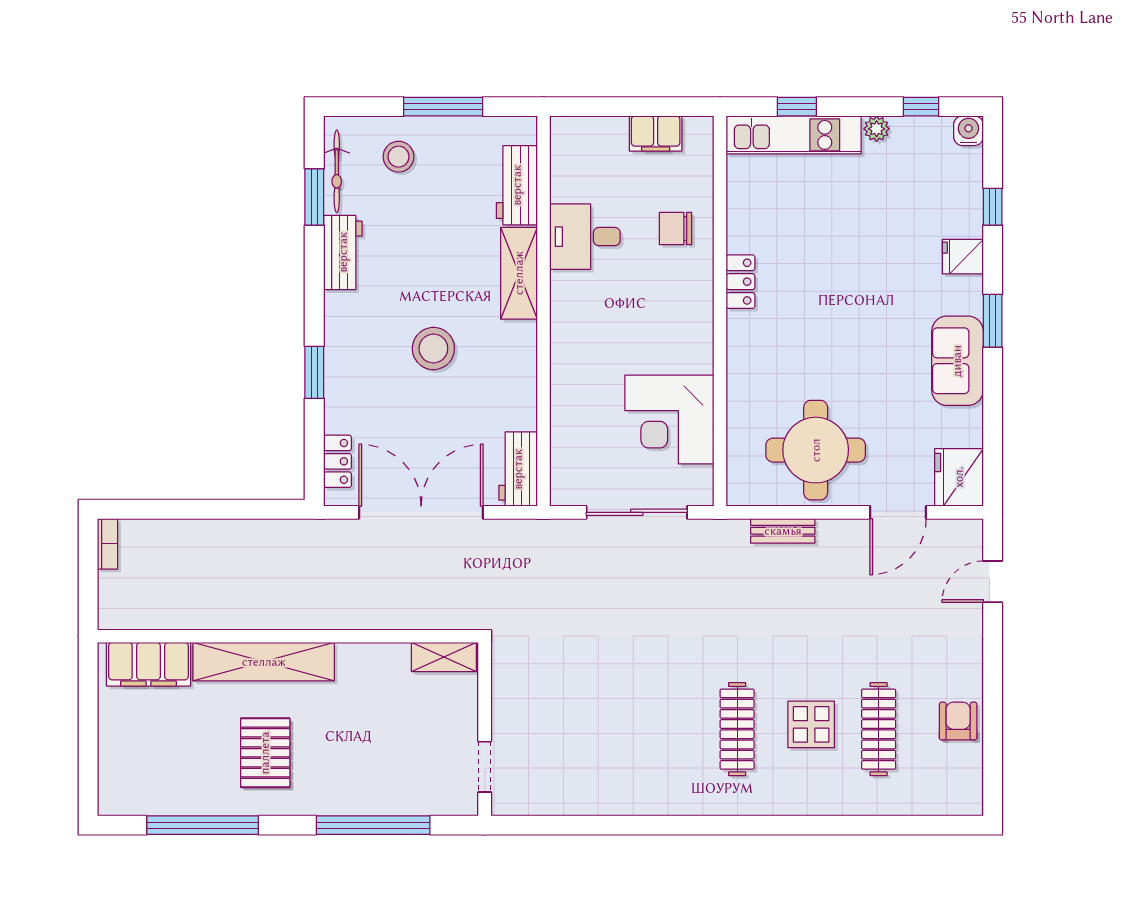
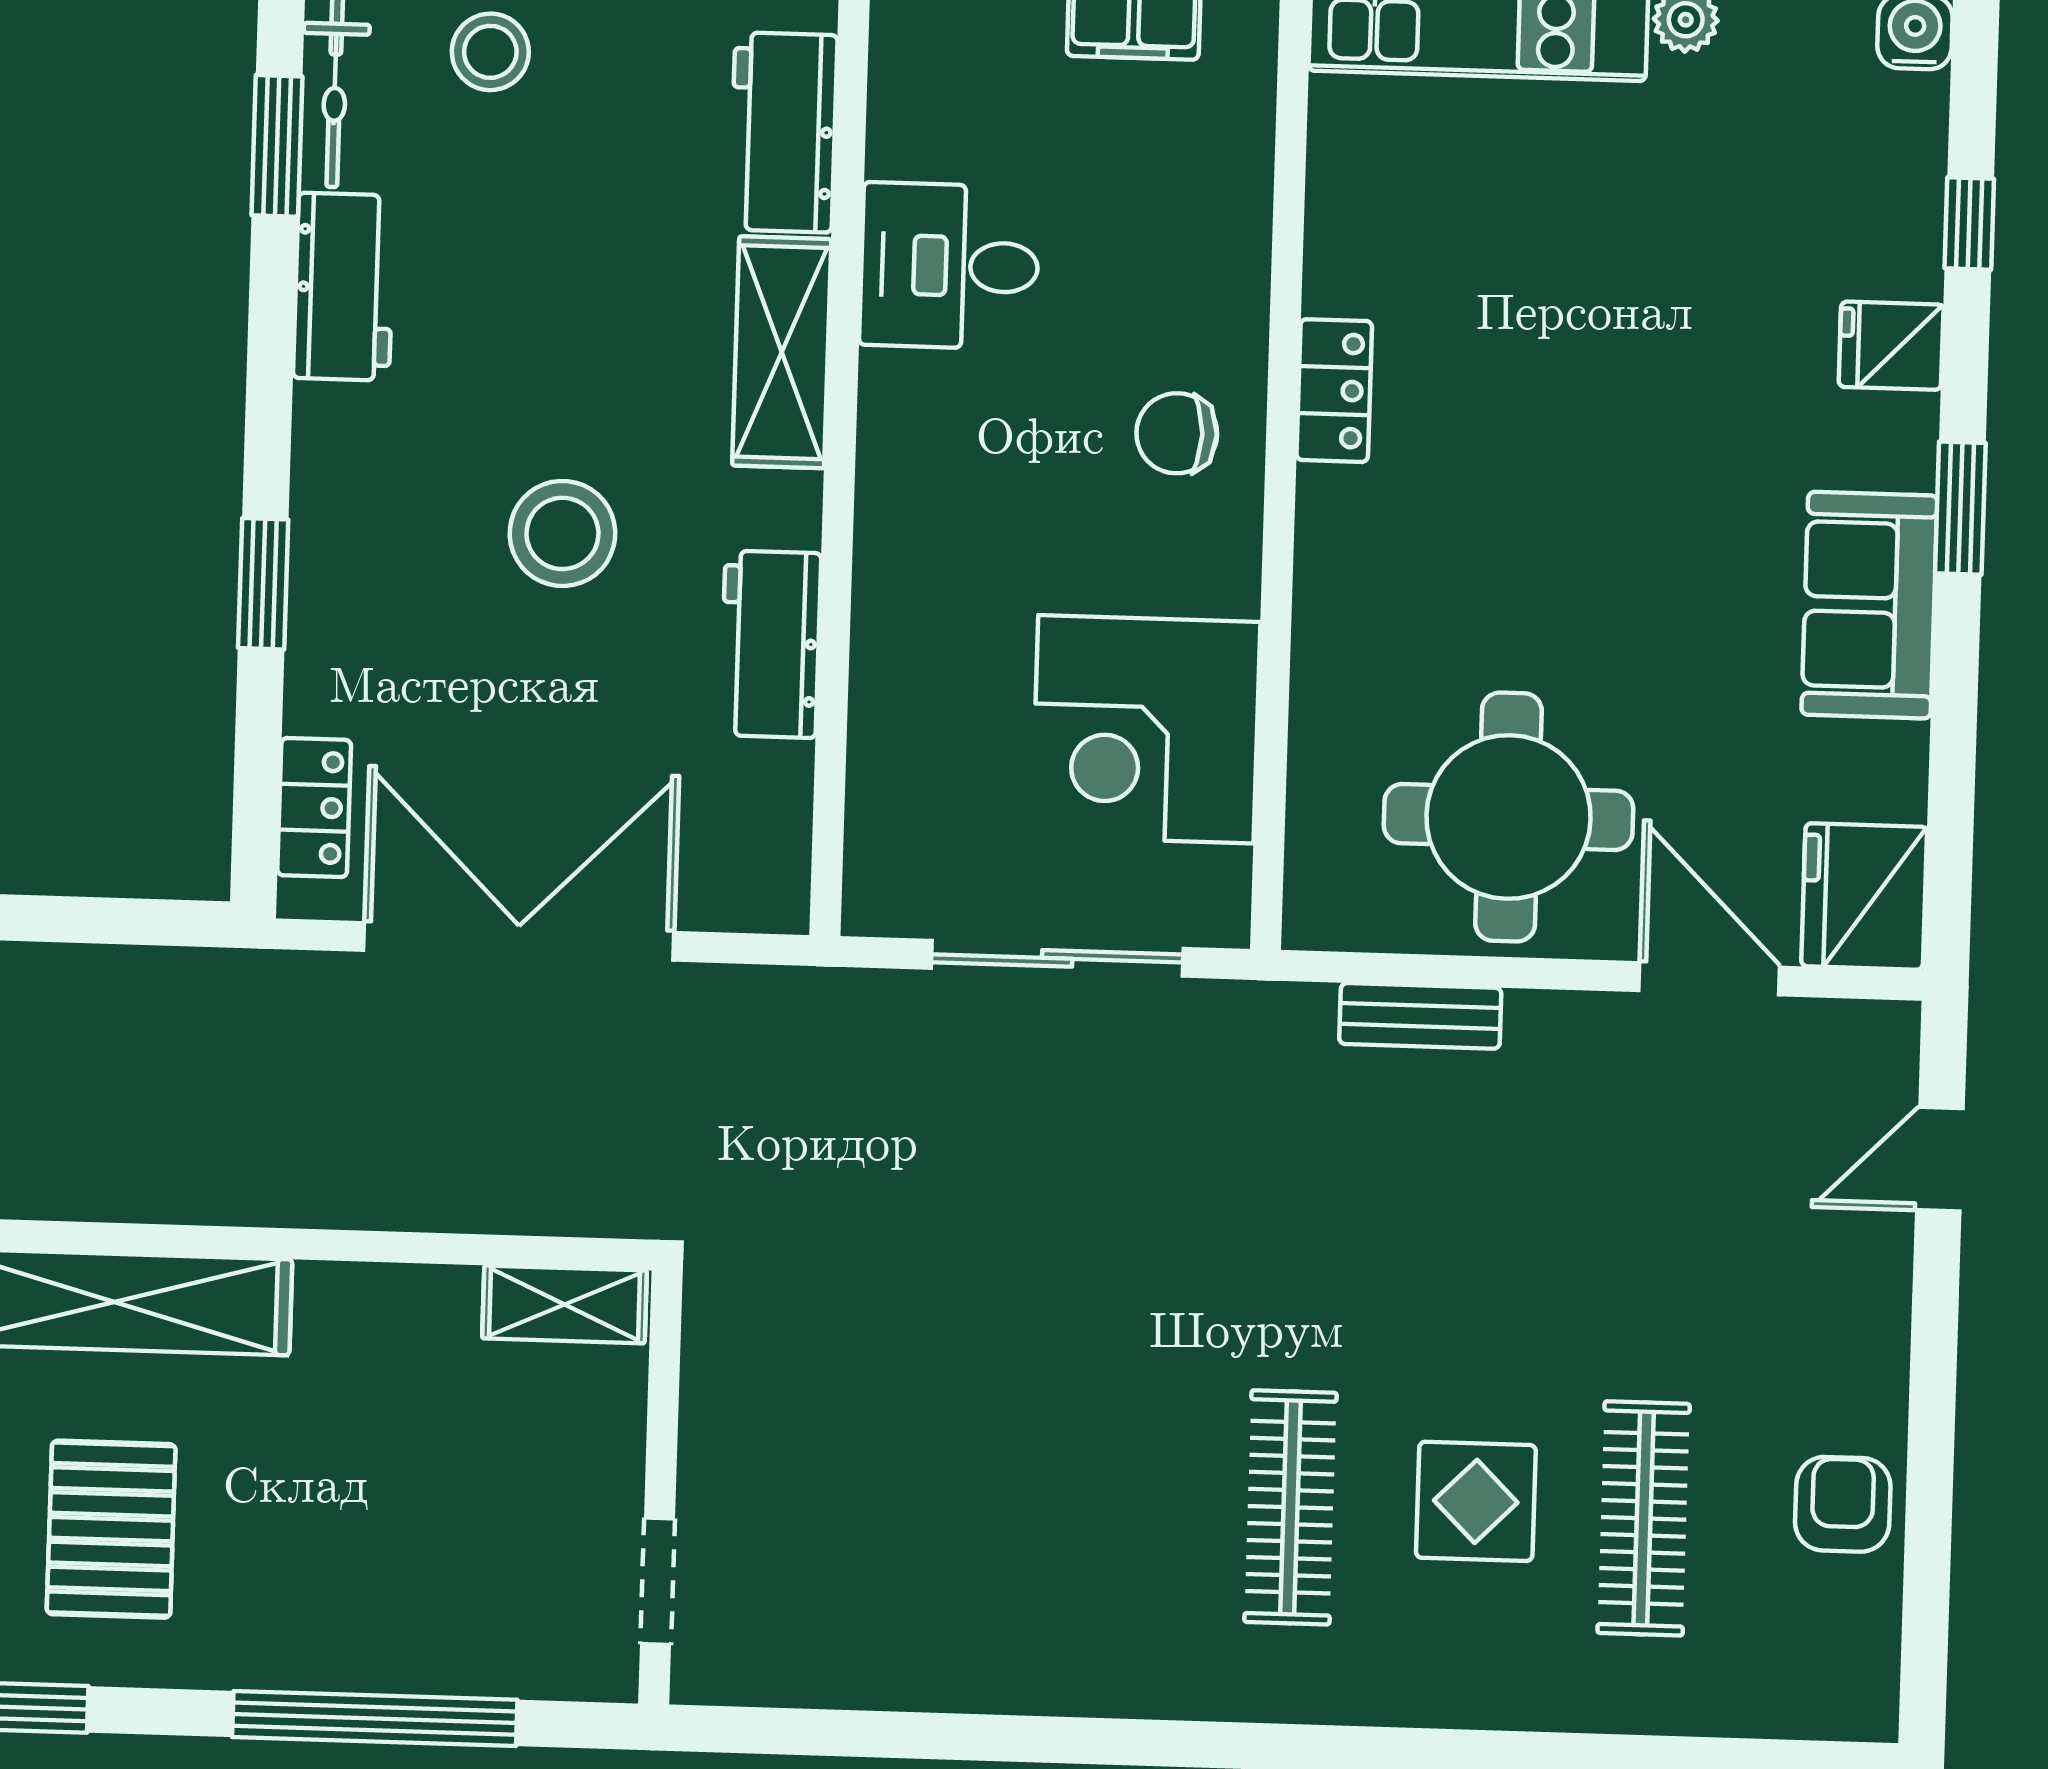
chair: (676, 229) -> (1177, 433), moved
workbench: (518, 469) -> (771, 644), moved
door: (898, 512) -> (1709, 979), swing flipped

